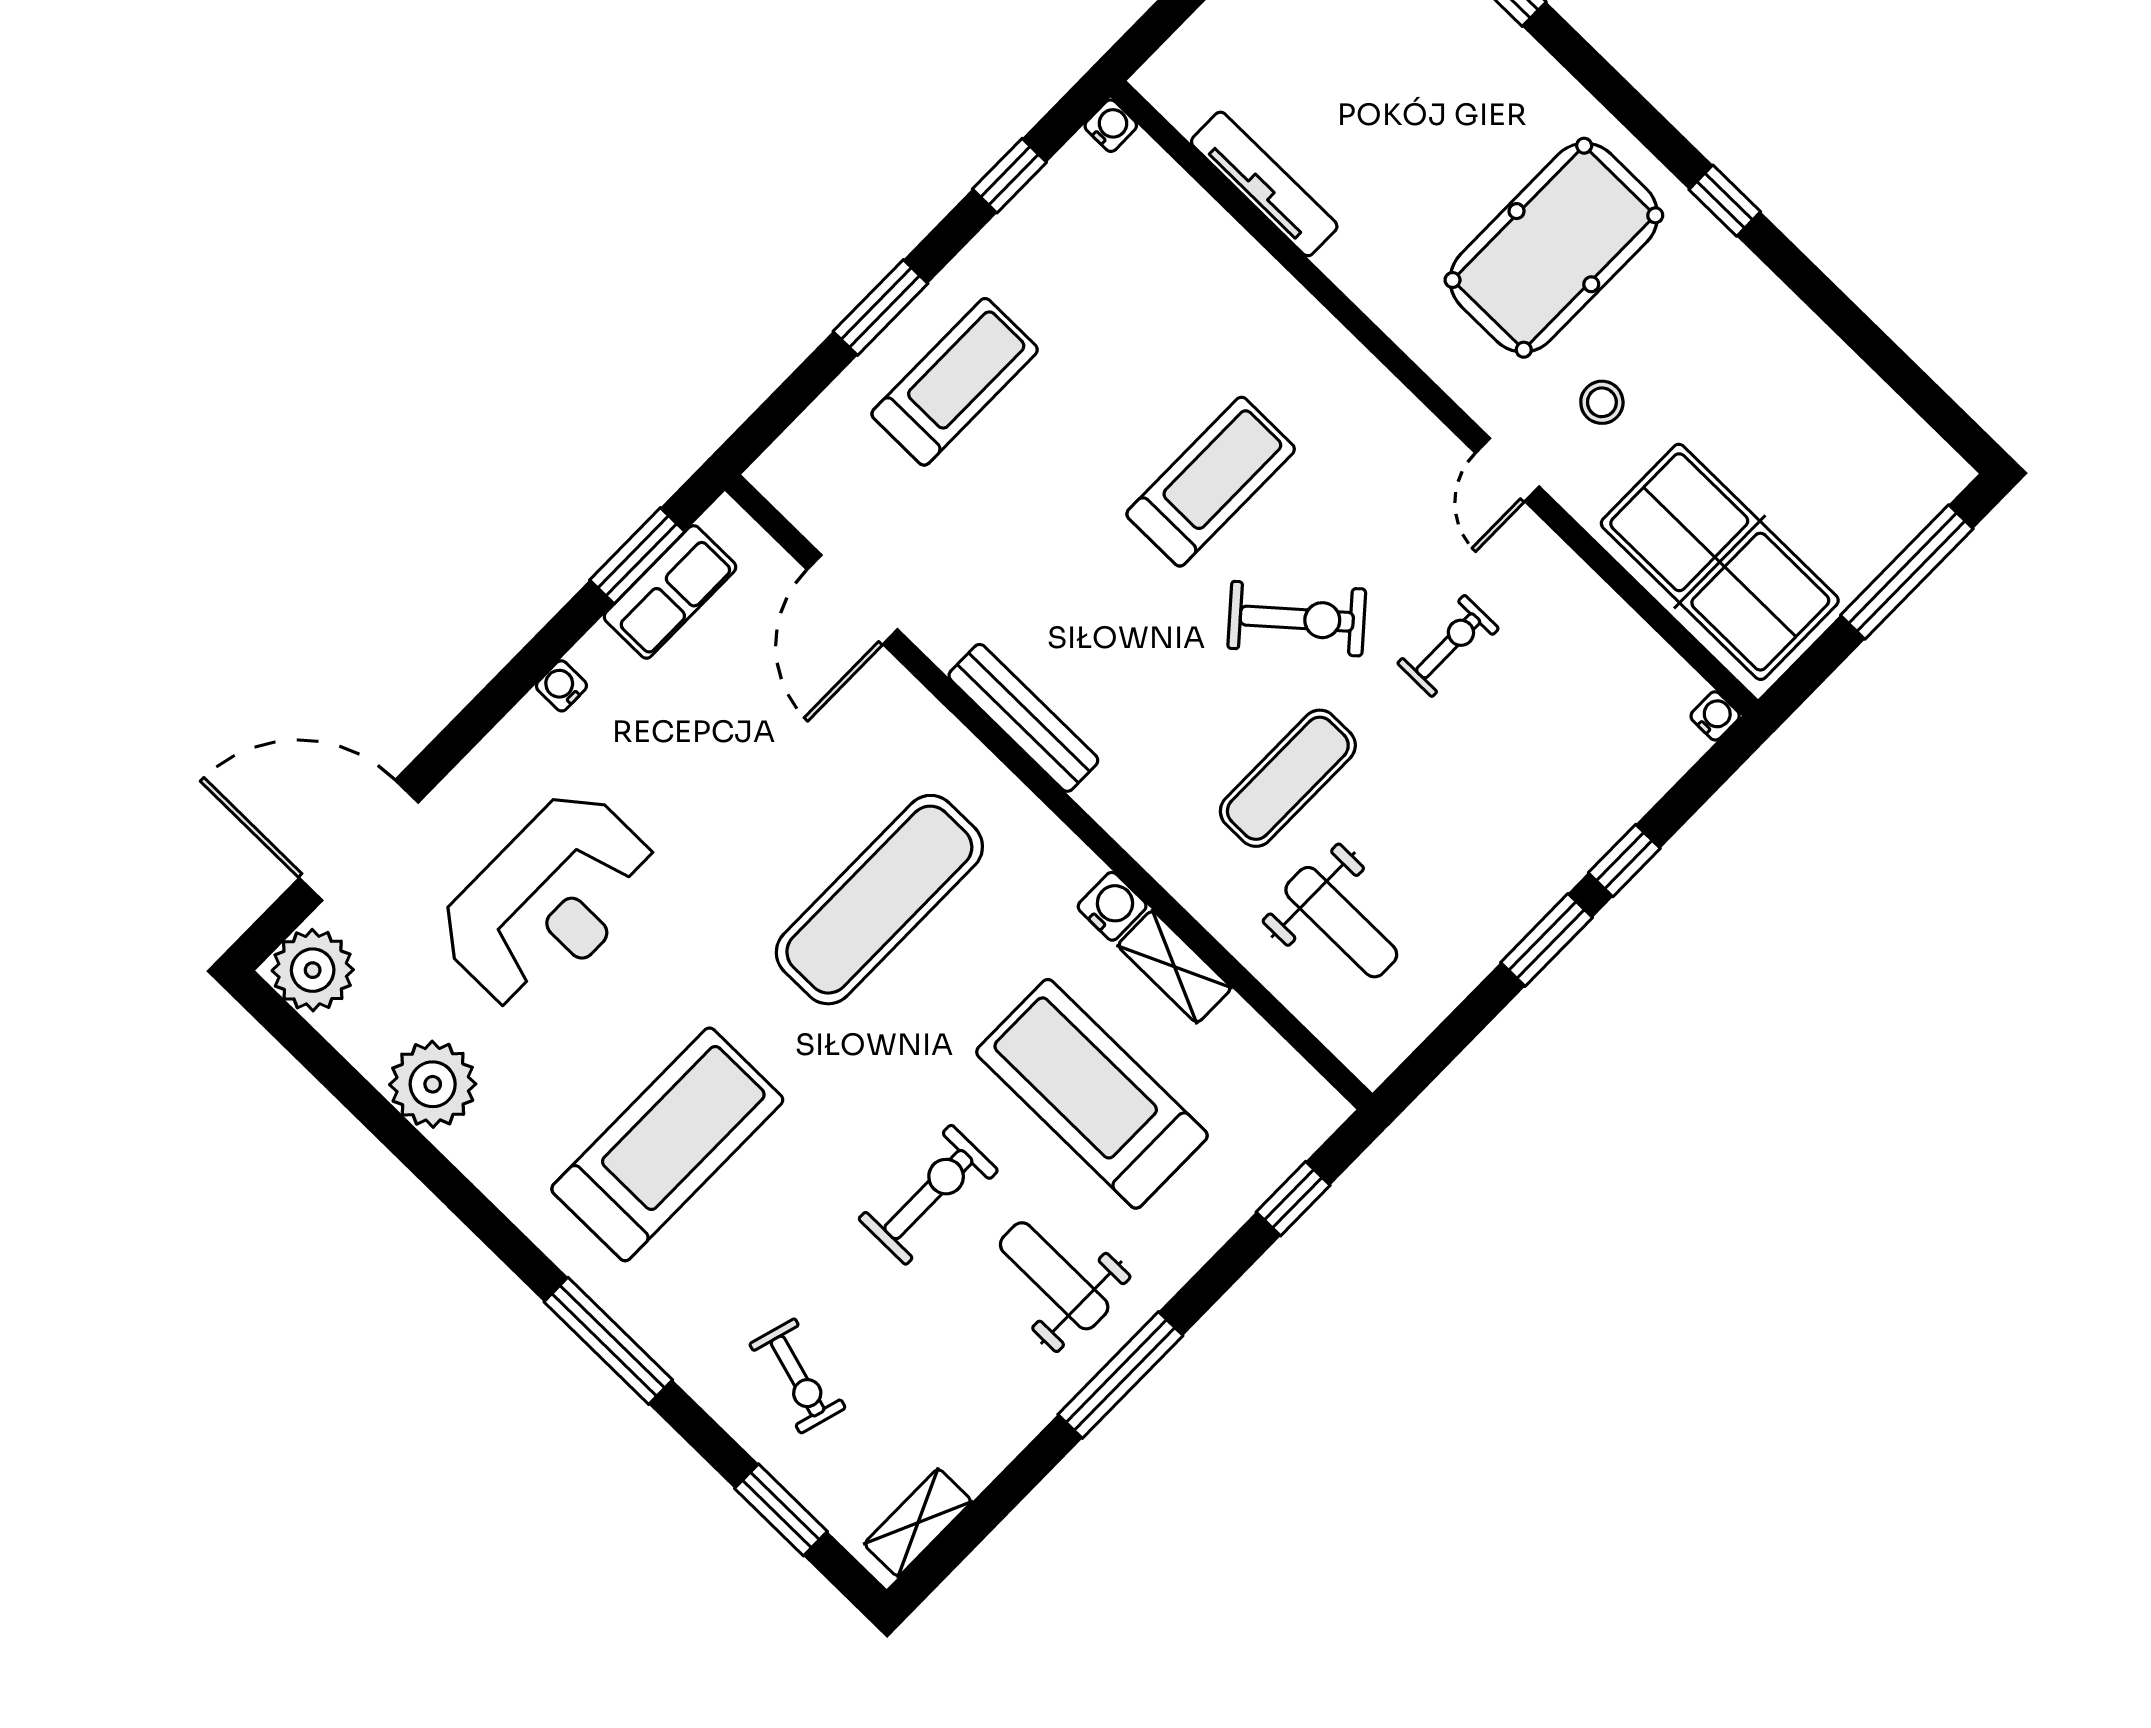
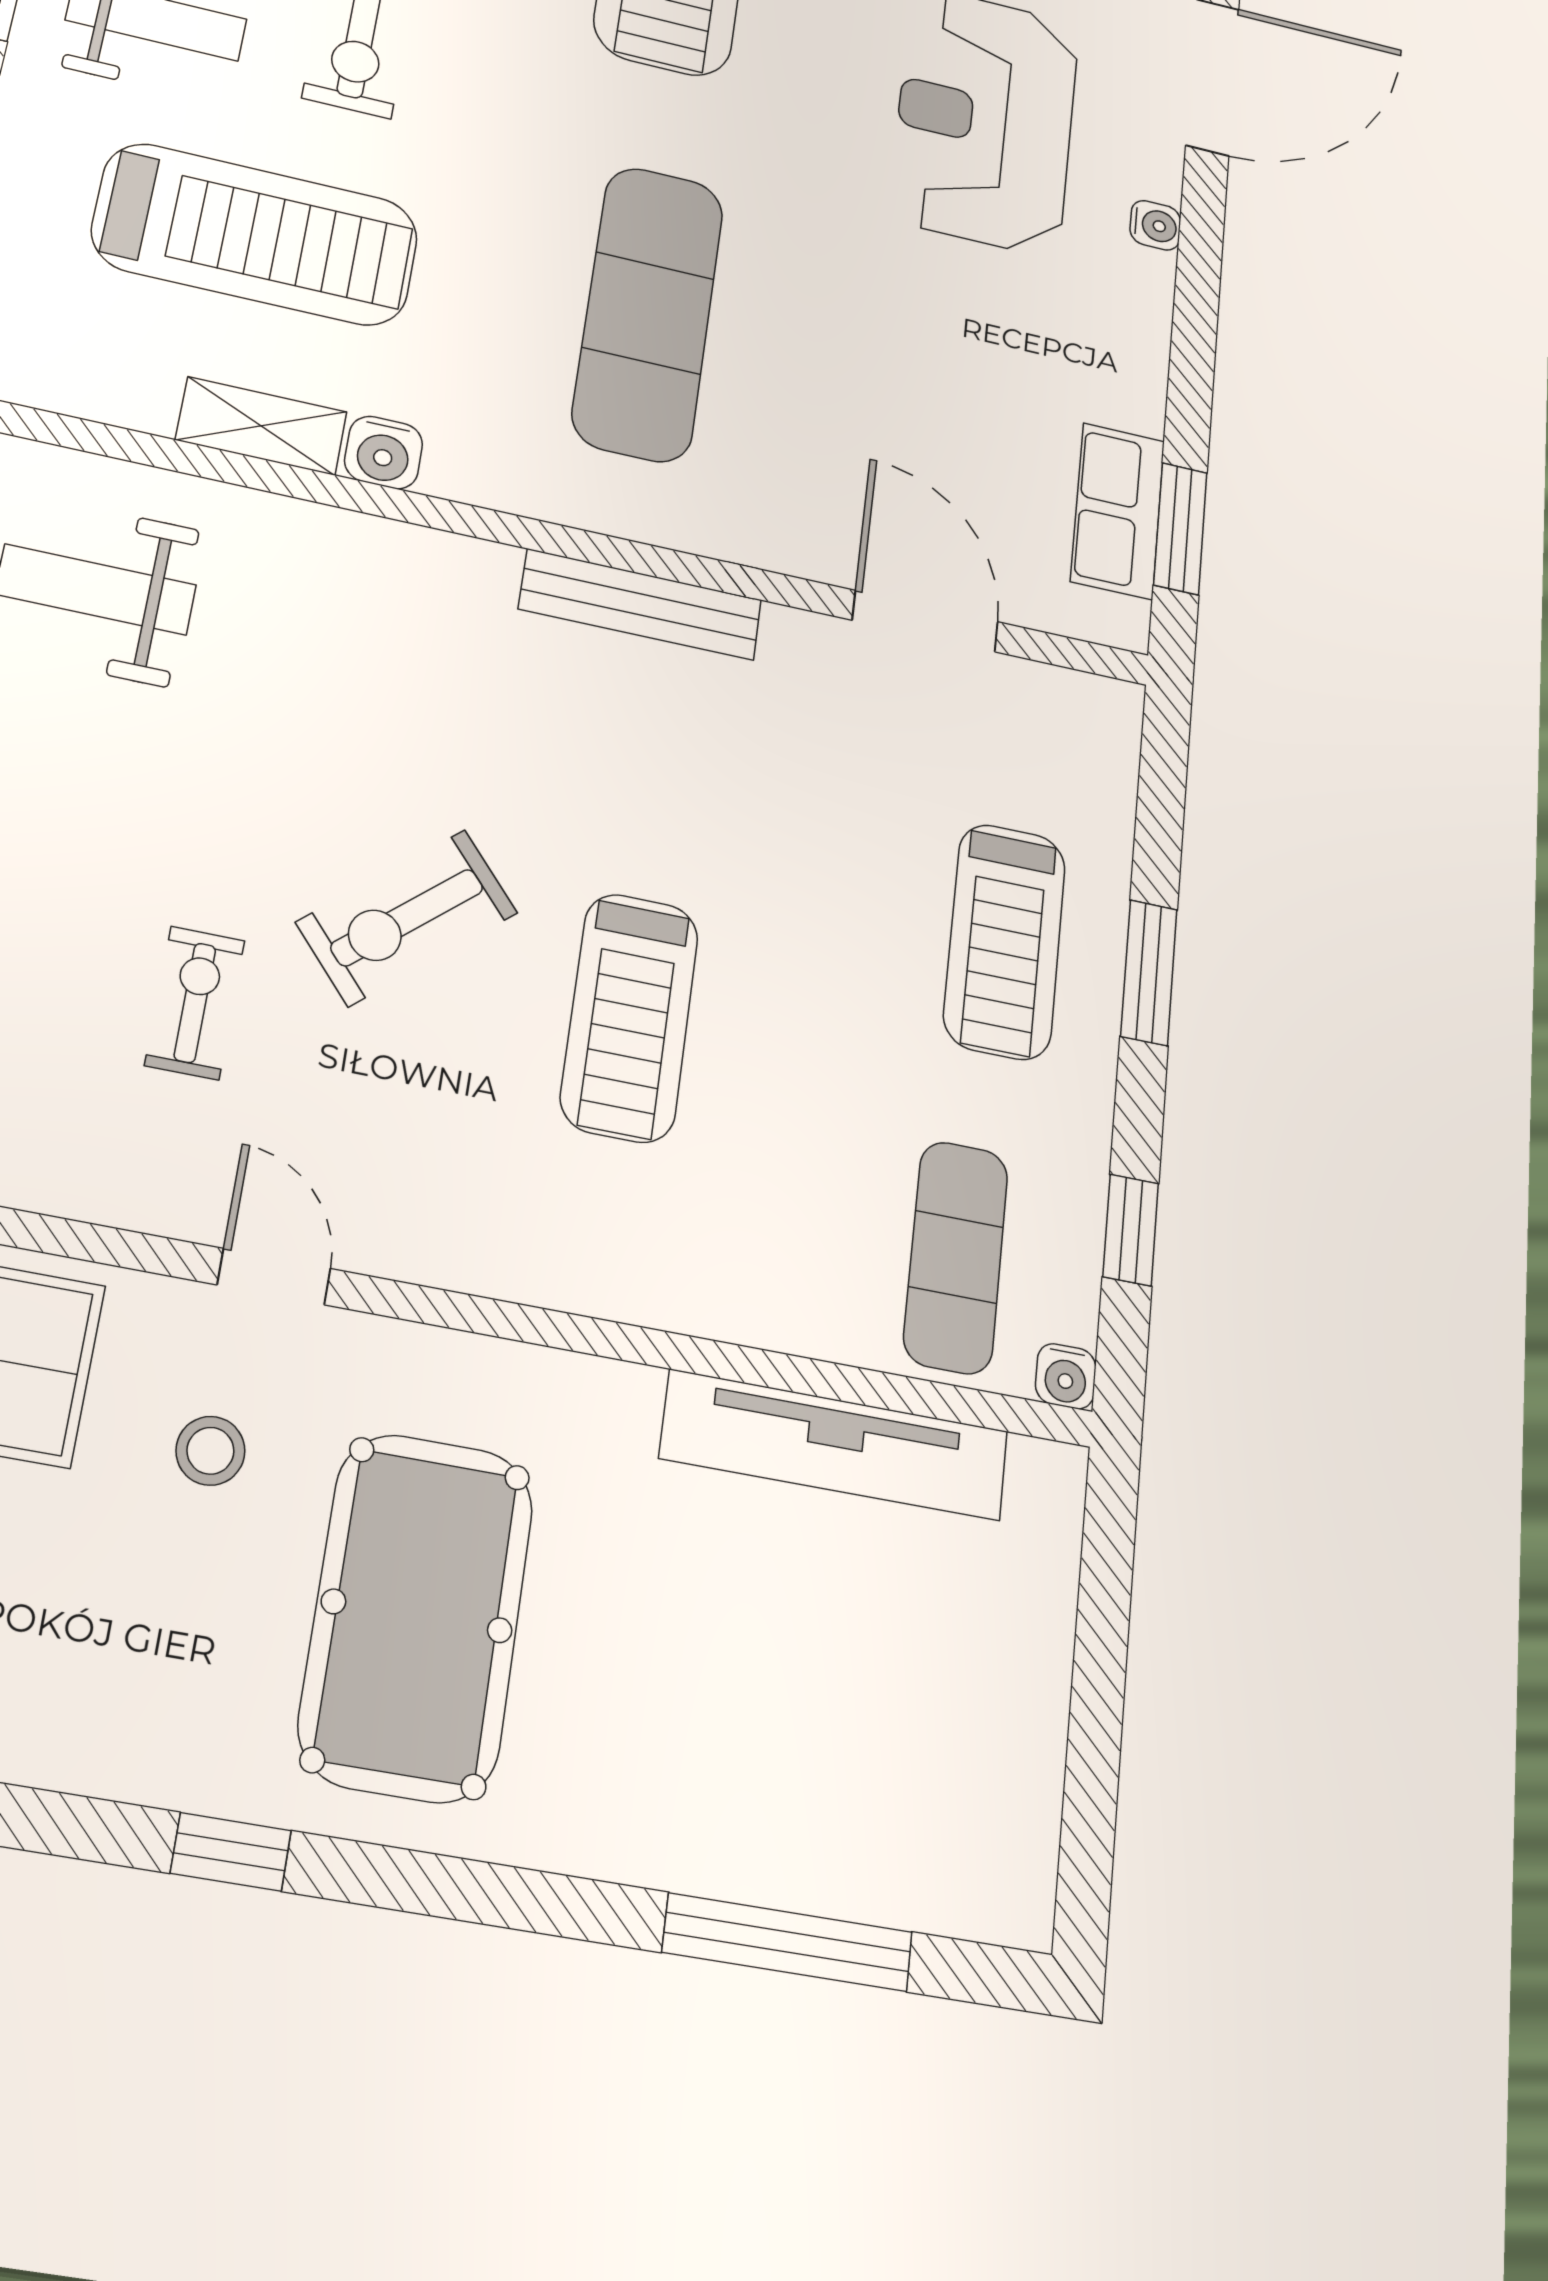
tv unit: (1264, 184) -> (835, 1445), width x1.36, depth x1.29
exercise bike: (1448, 646) -> (195, 1003), turned 180
water cooler: (561, 686) -> (1155, 225), moved
exercise mat: (1288, 778) -> (956, 1257), moved

